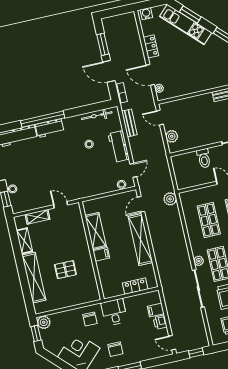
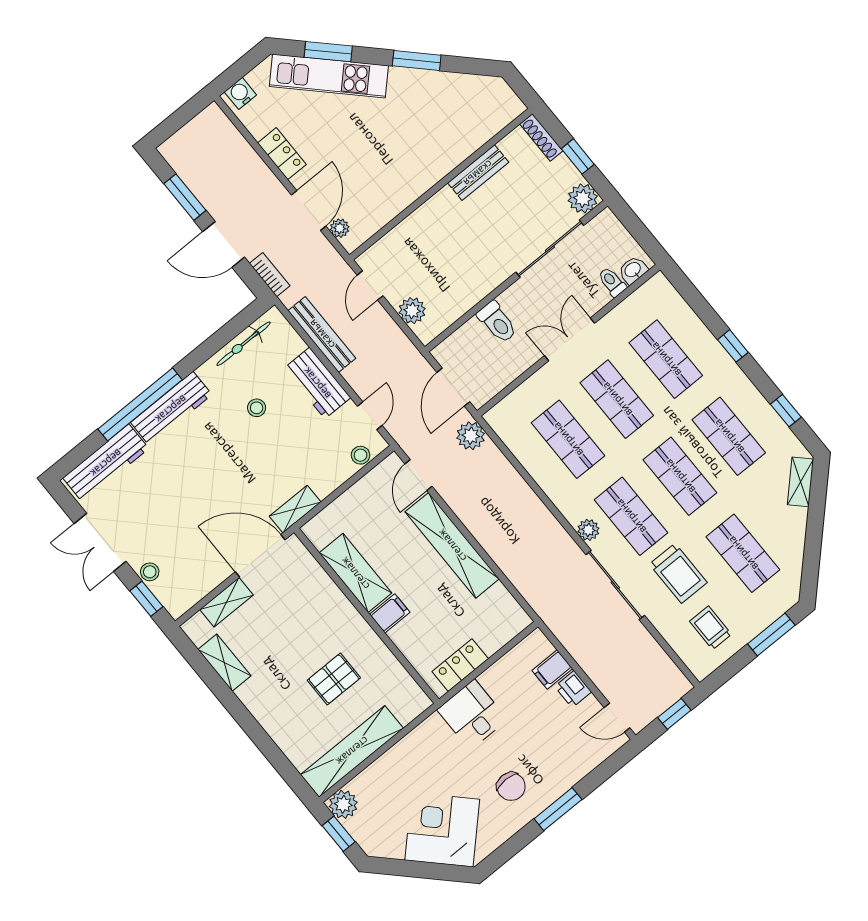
door: (150, 75) -> (309, 210), swing flipped
door: (160, 118) -> (370, 285), hinge flipped
bench: (129, 123) -> (322, 334), width x1.36
workbench: (50, 128) -> (171, 409), width x1.37
door: (173, 176) -> (453, 387), added
shelving: (84, 193) -> (295, 509), added
door: (61, 205) -> (260, 556), width x1.87
shelving: (34, 278) -> (352, 751), moved, turned 90
locker: (135, 286) -> (460, 665), moved
chair: (90, 319) -> (431, 752), removed

